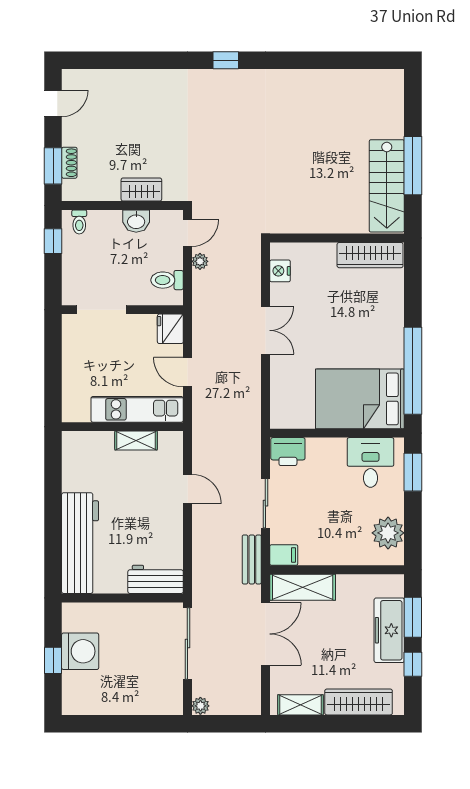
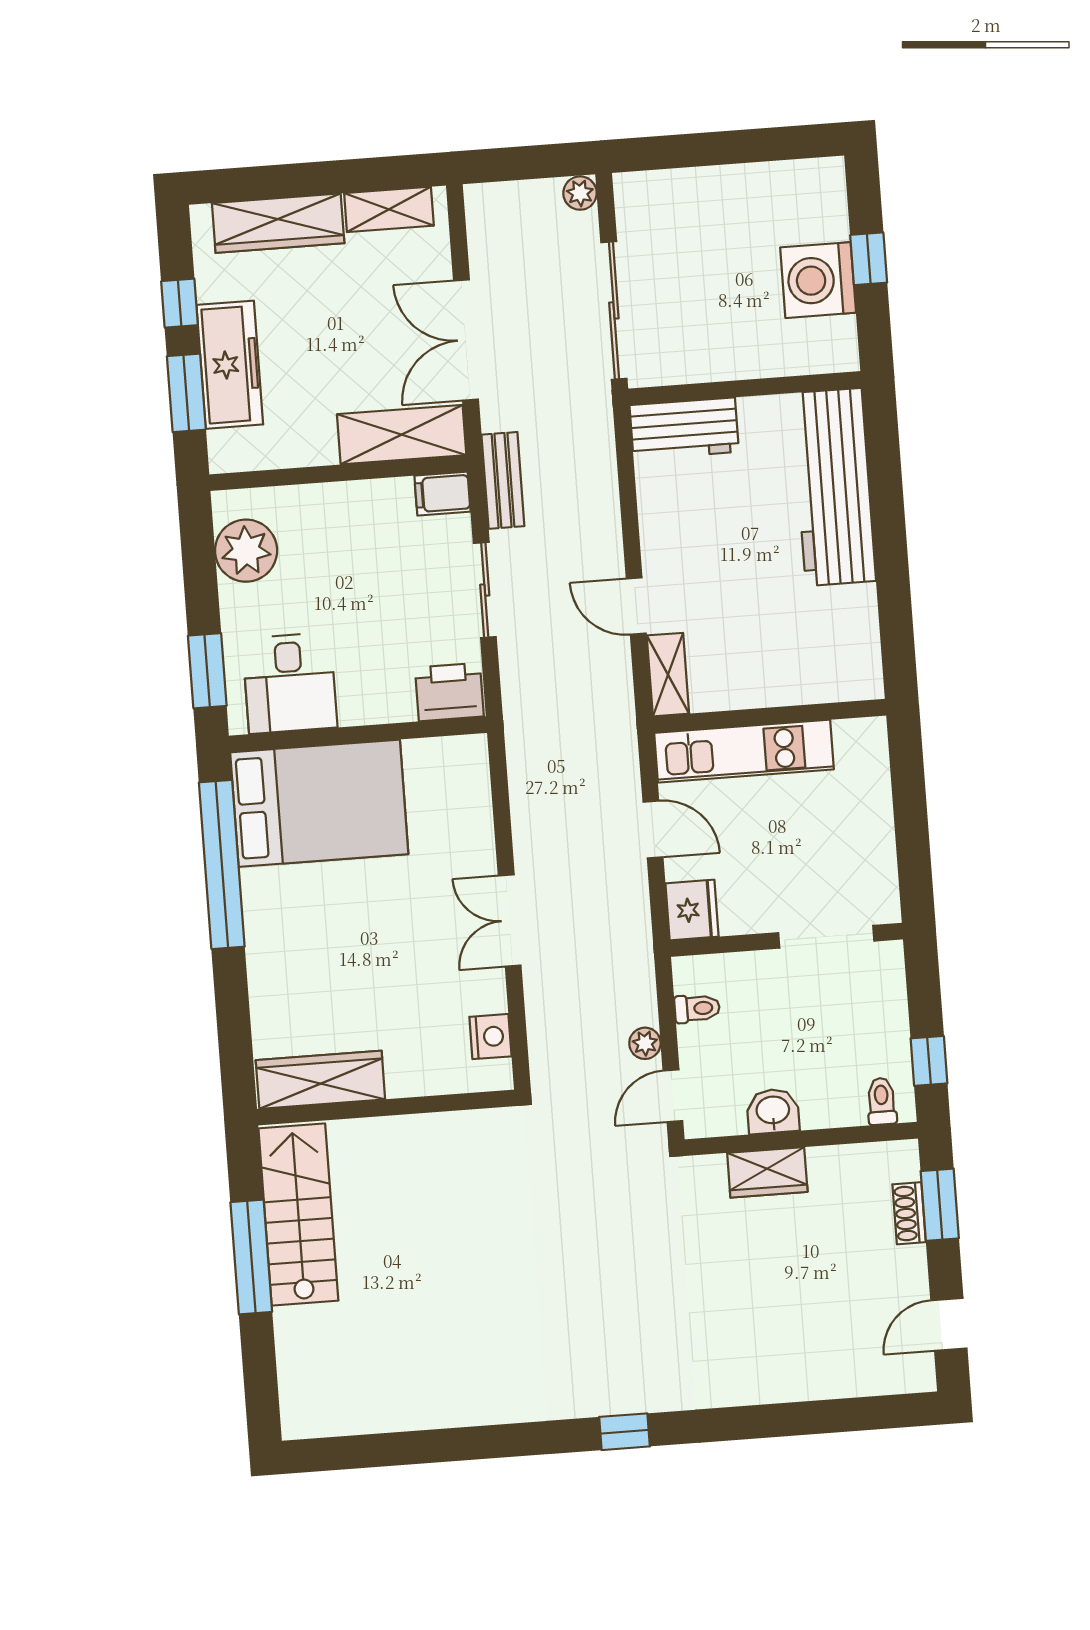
toilet: (167, 280) -> (697, 1008), width x0.73, depth x0.72
shelving: (136, 440) -> (668, 675), moved, turned 90

